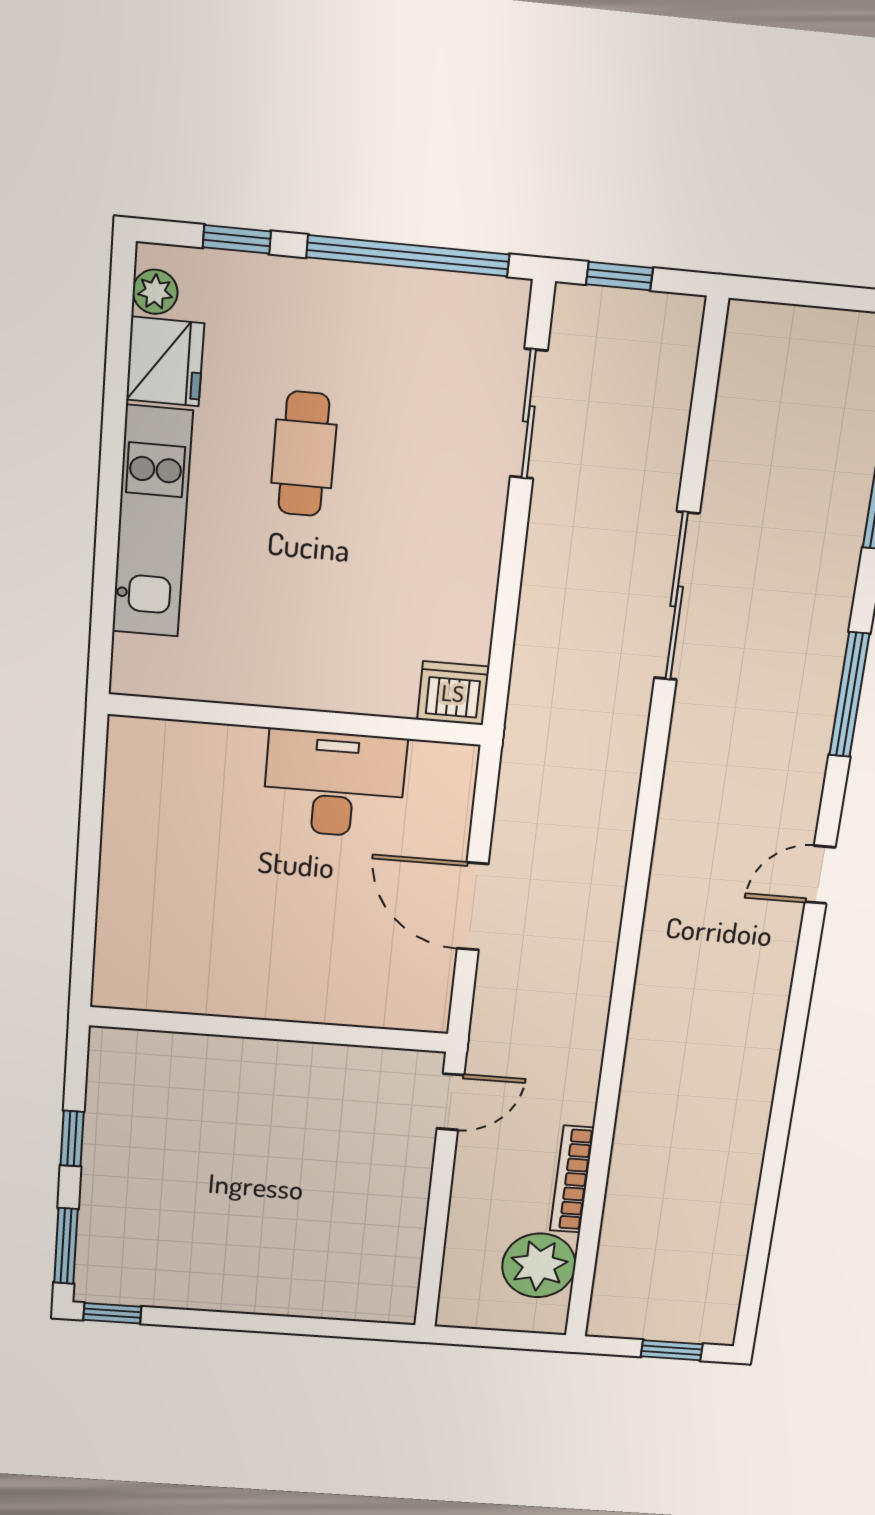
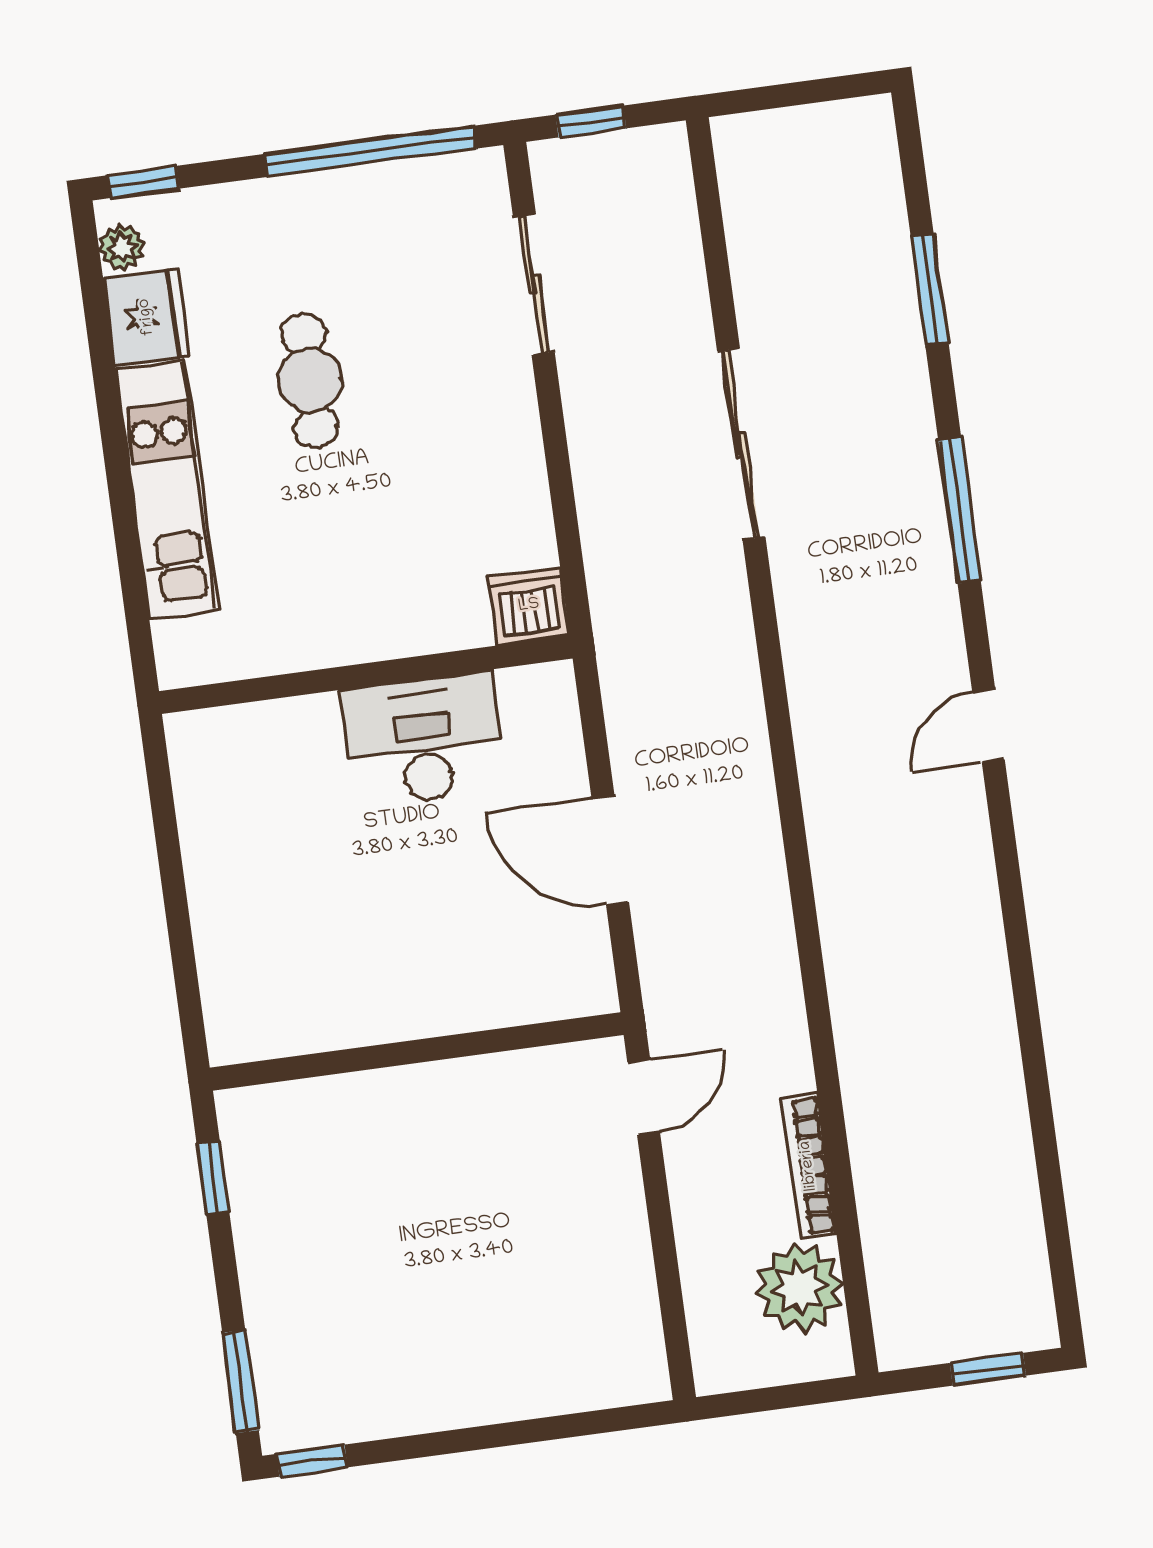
window: (237, 239) -> (144, 182), moved
window: (72, 1139) -> (213, 1177), moved

